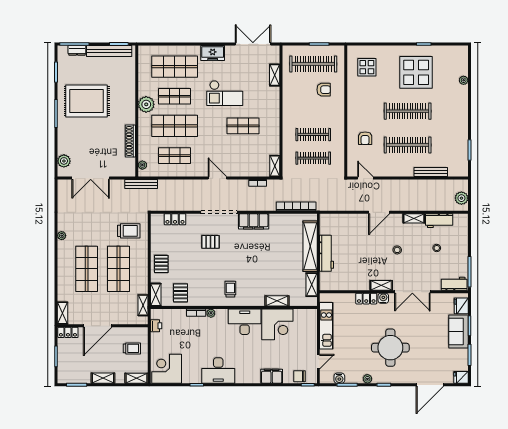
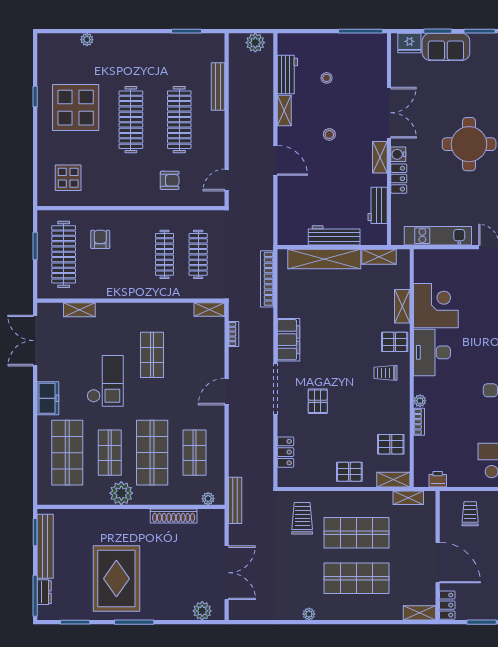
workbench: (454, 284) -> (378, 205), moved
pallet: (252, 296) -> (395, 342), added

